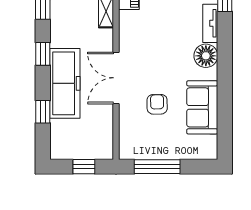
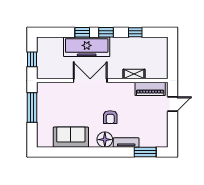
armchair: (157, 104) -> (110, 117), moved, turned 91
window: (43, 112) -> (82, 32), moved

